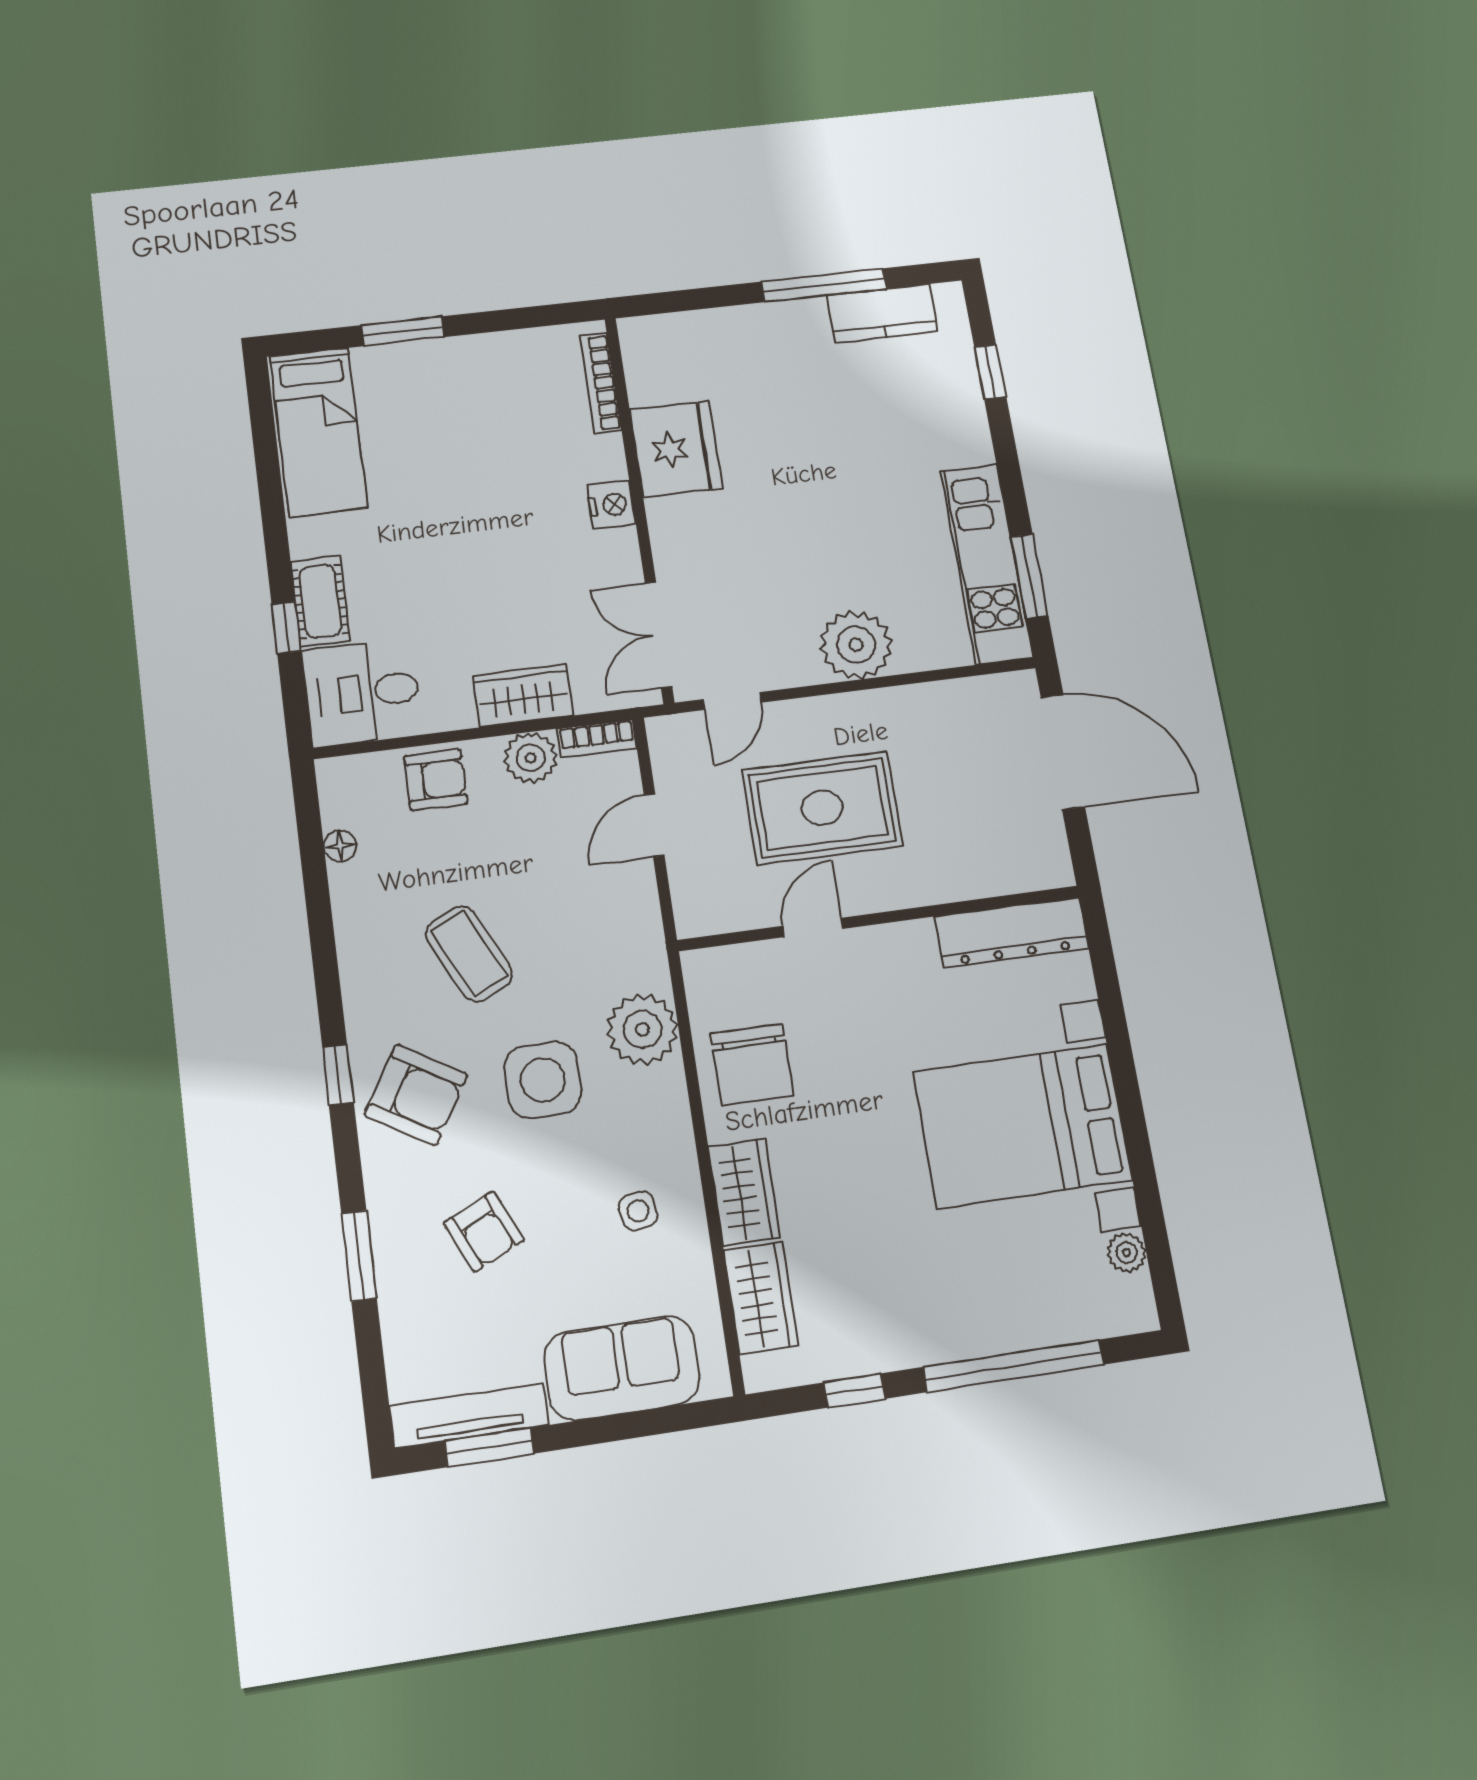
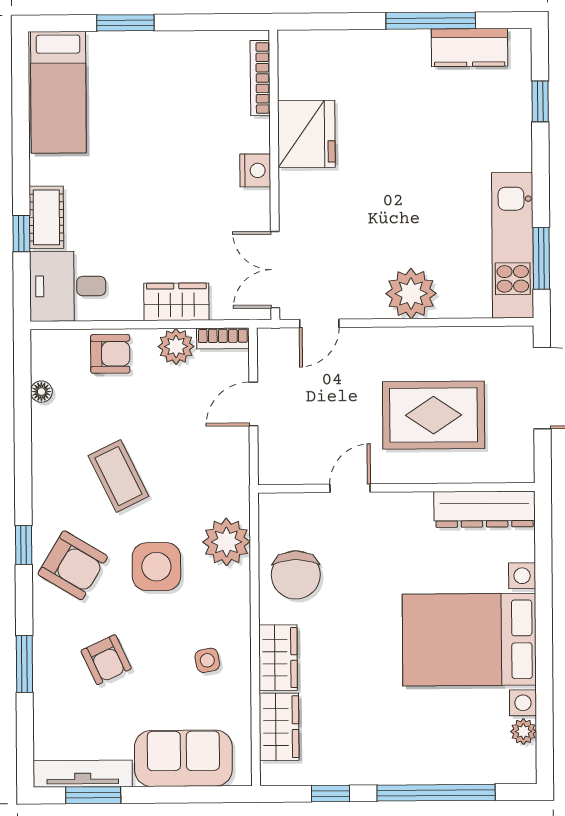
rug: (822, 808) -> (434, 415), moved

